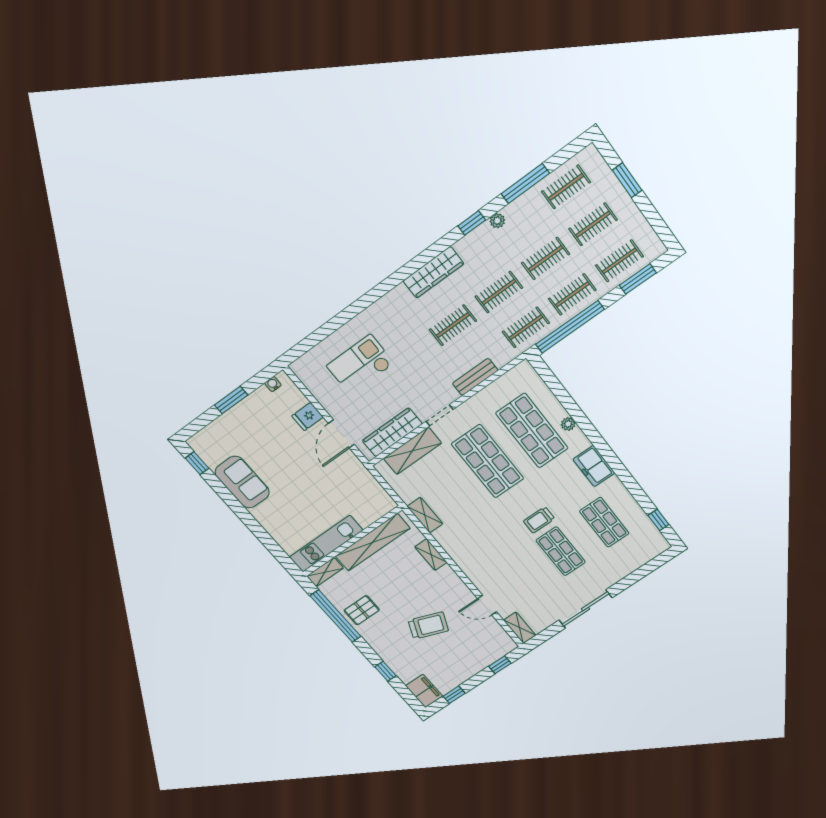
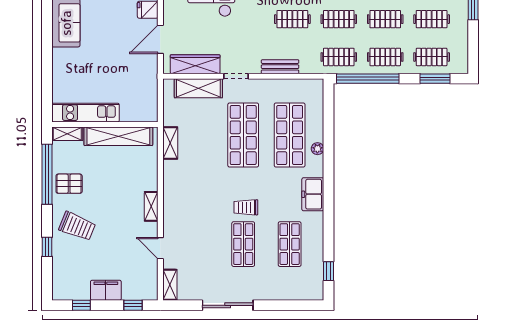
shelving: (431, 555) -> (151, 206), moved
trolley: (428, 625) -> (77, 226), moved
filing cabinet: (424, 691) -> (106, 290), moved, turned -90

